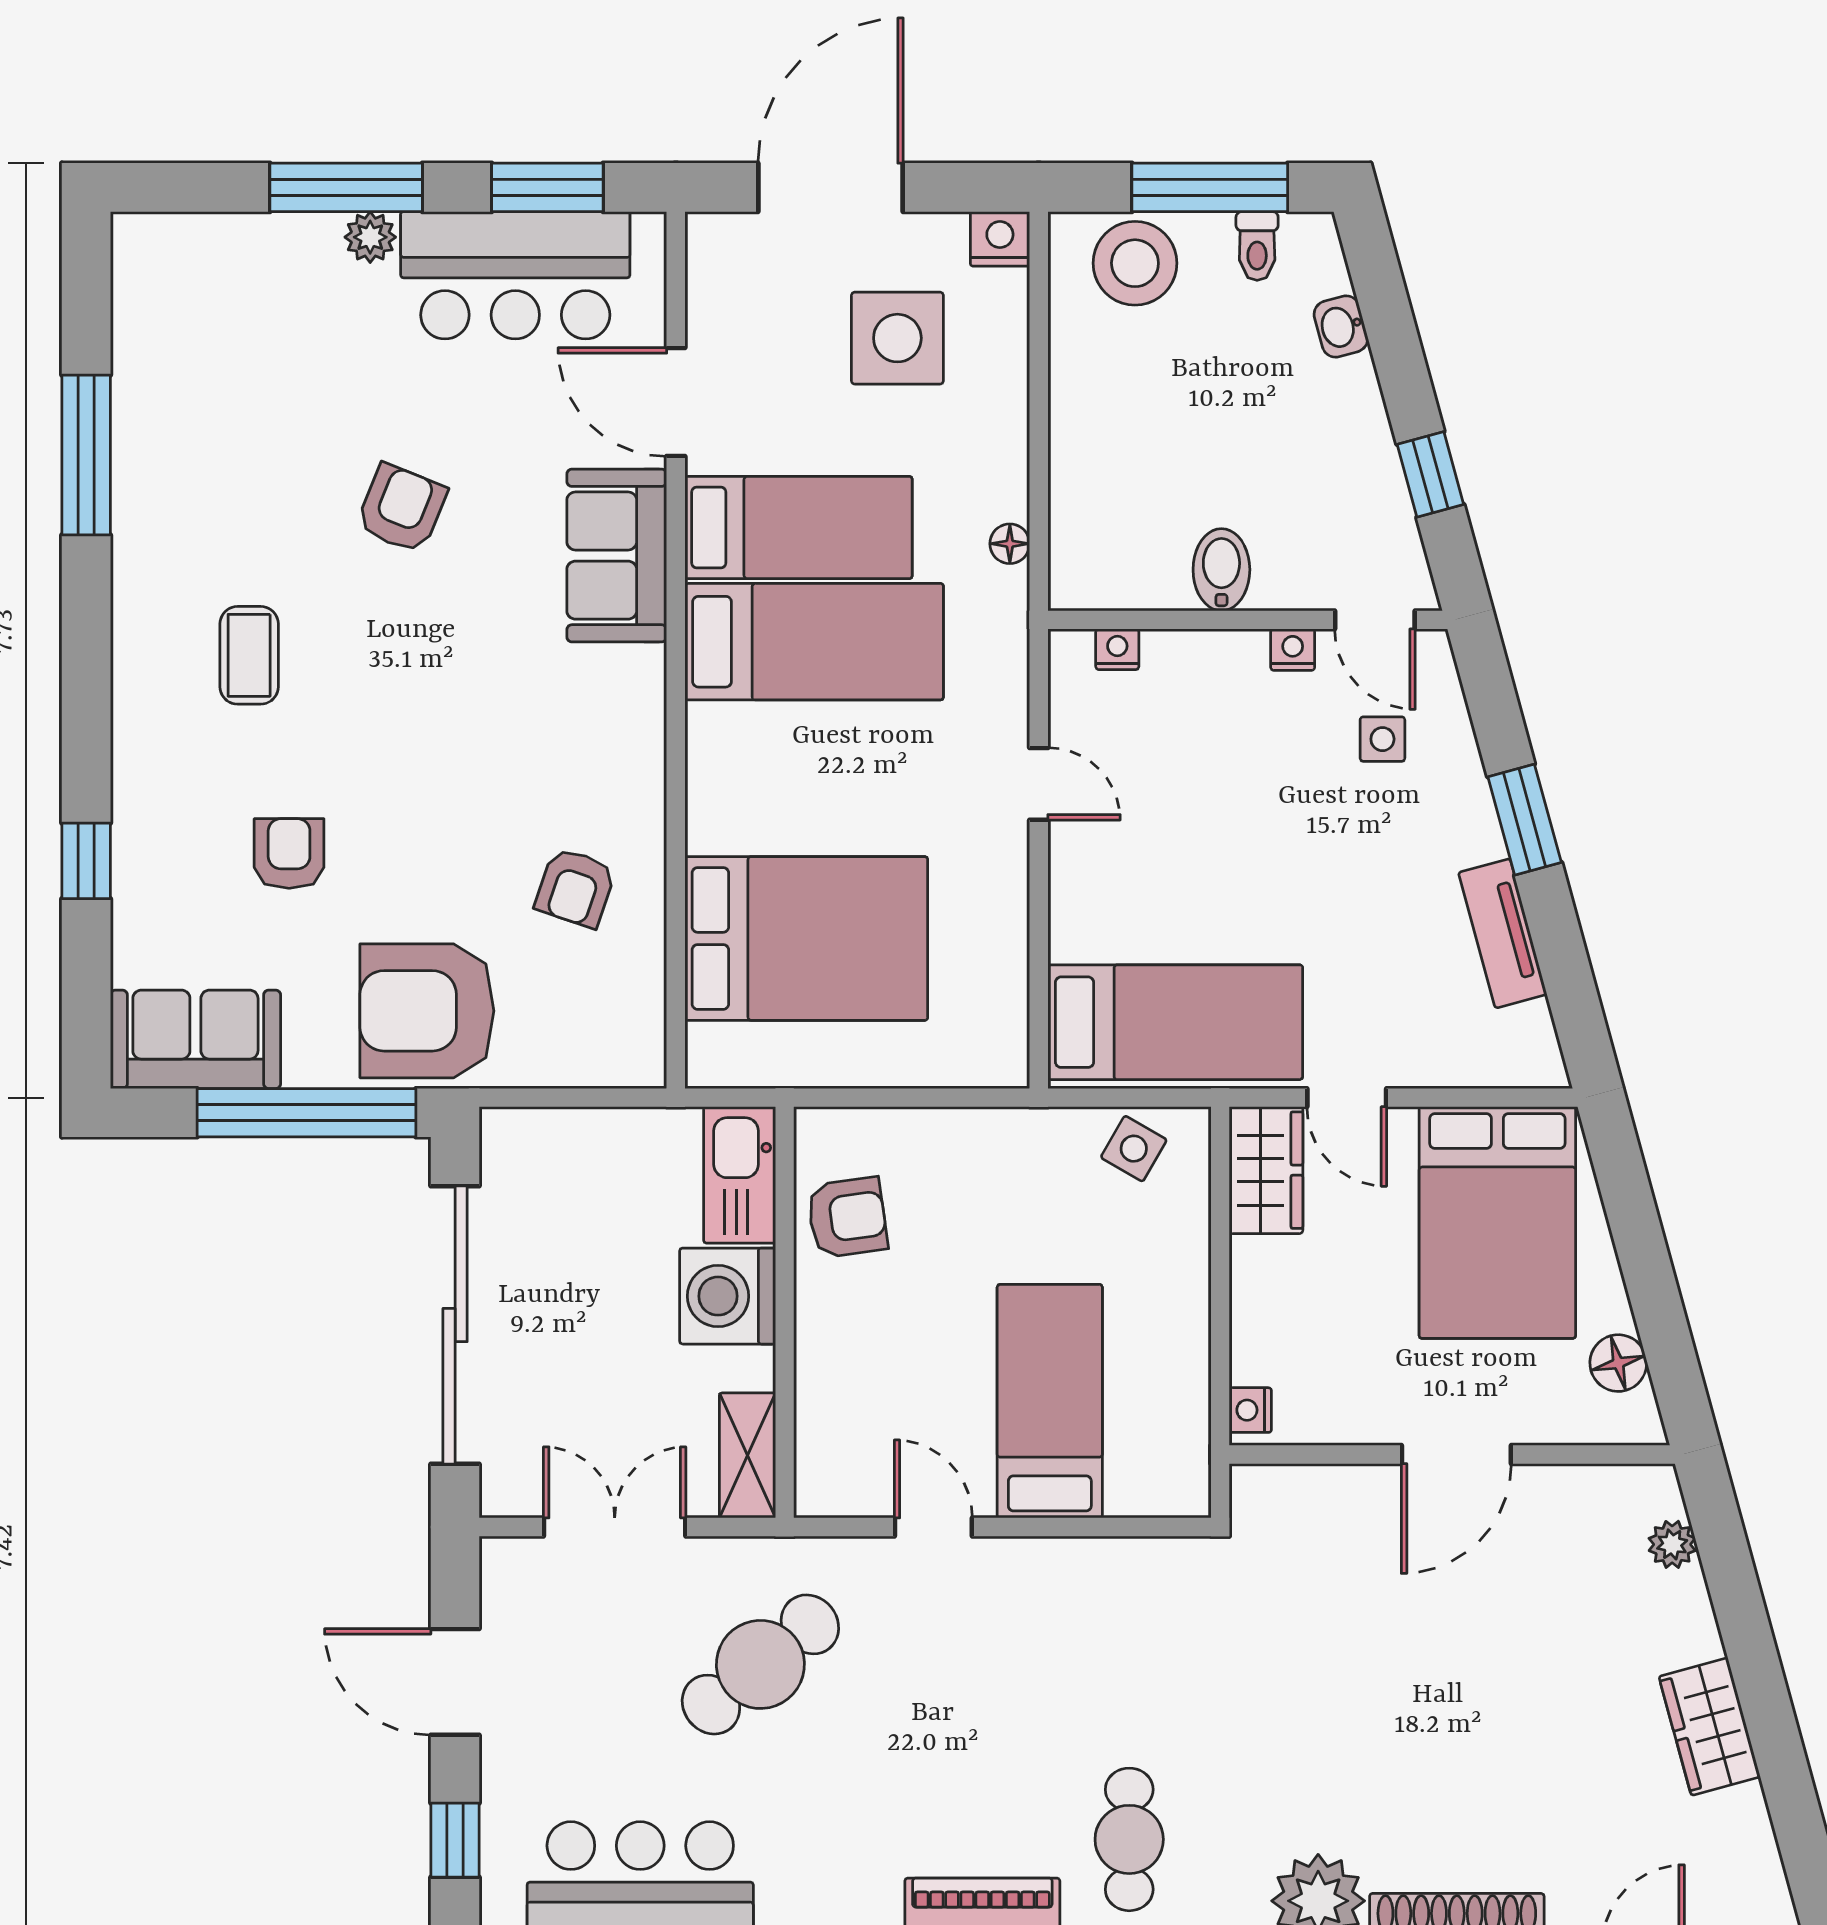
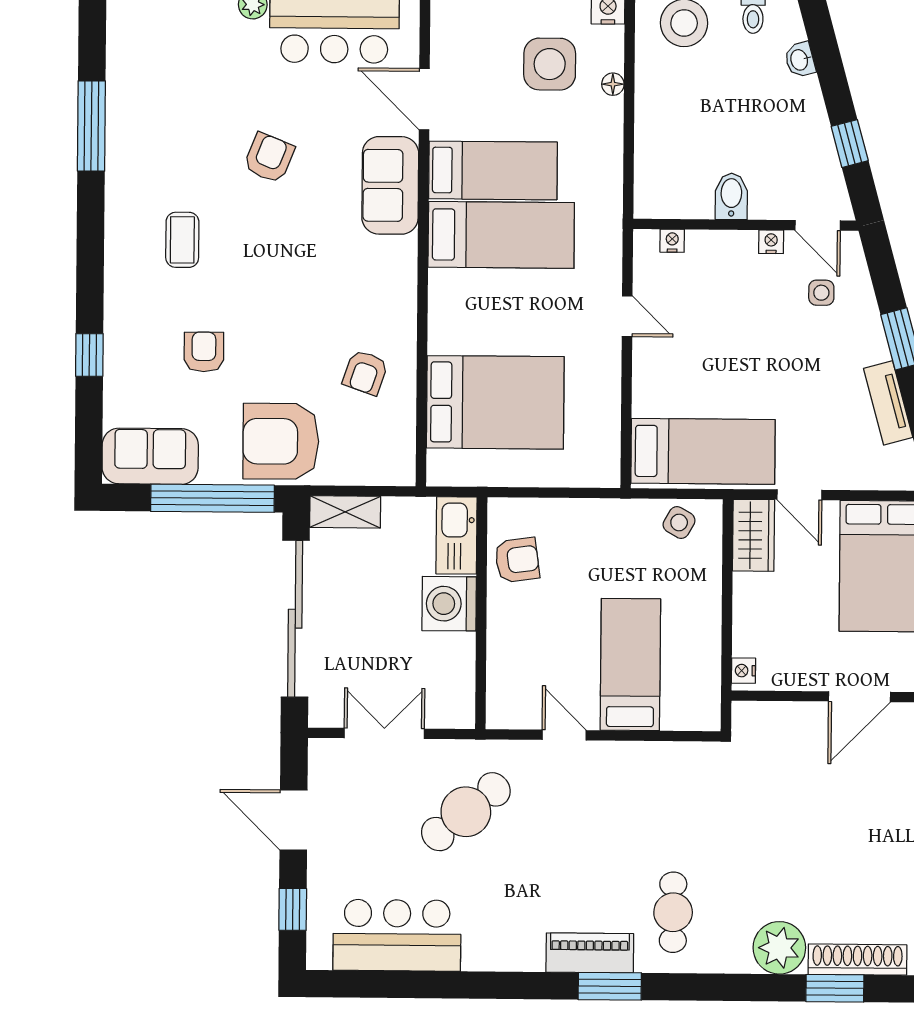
floor lamp: (1010, 544) -> (613, 84), moved
shelving: (747, 1455) -> (345, 512), moved, turned 90

